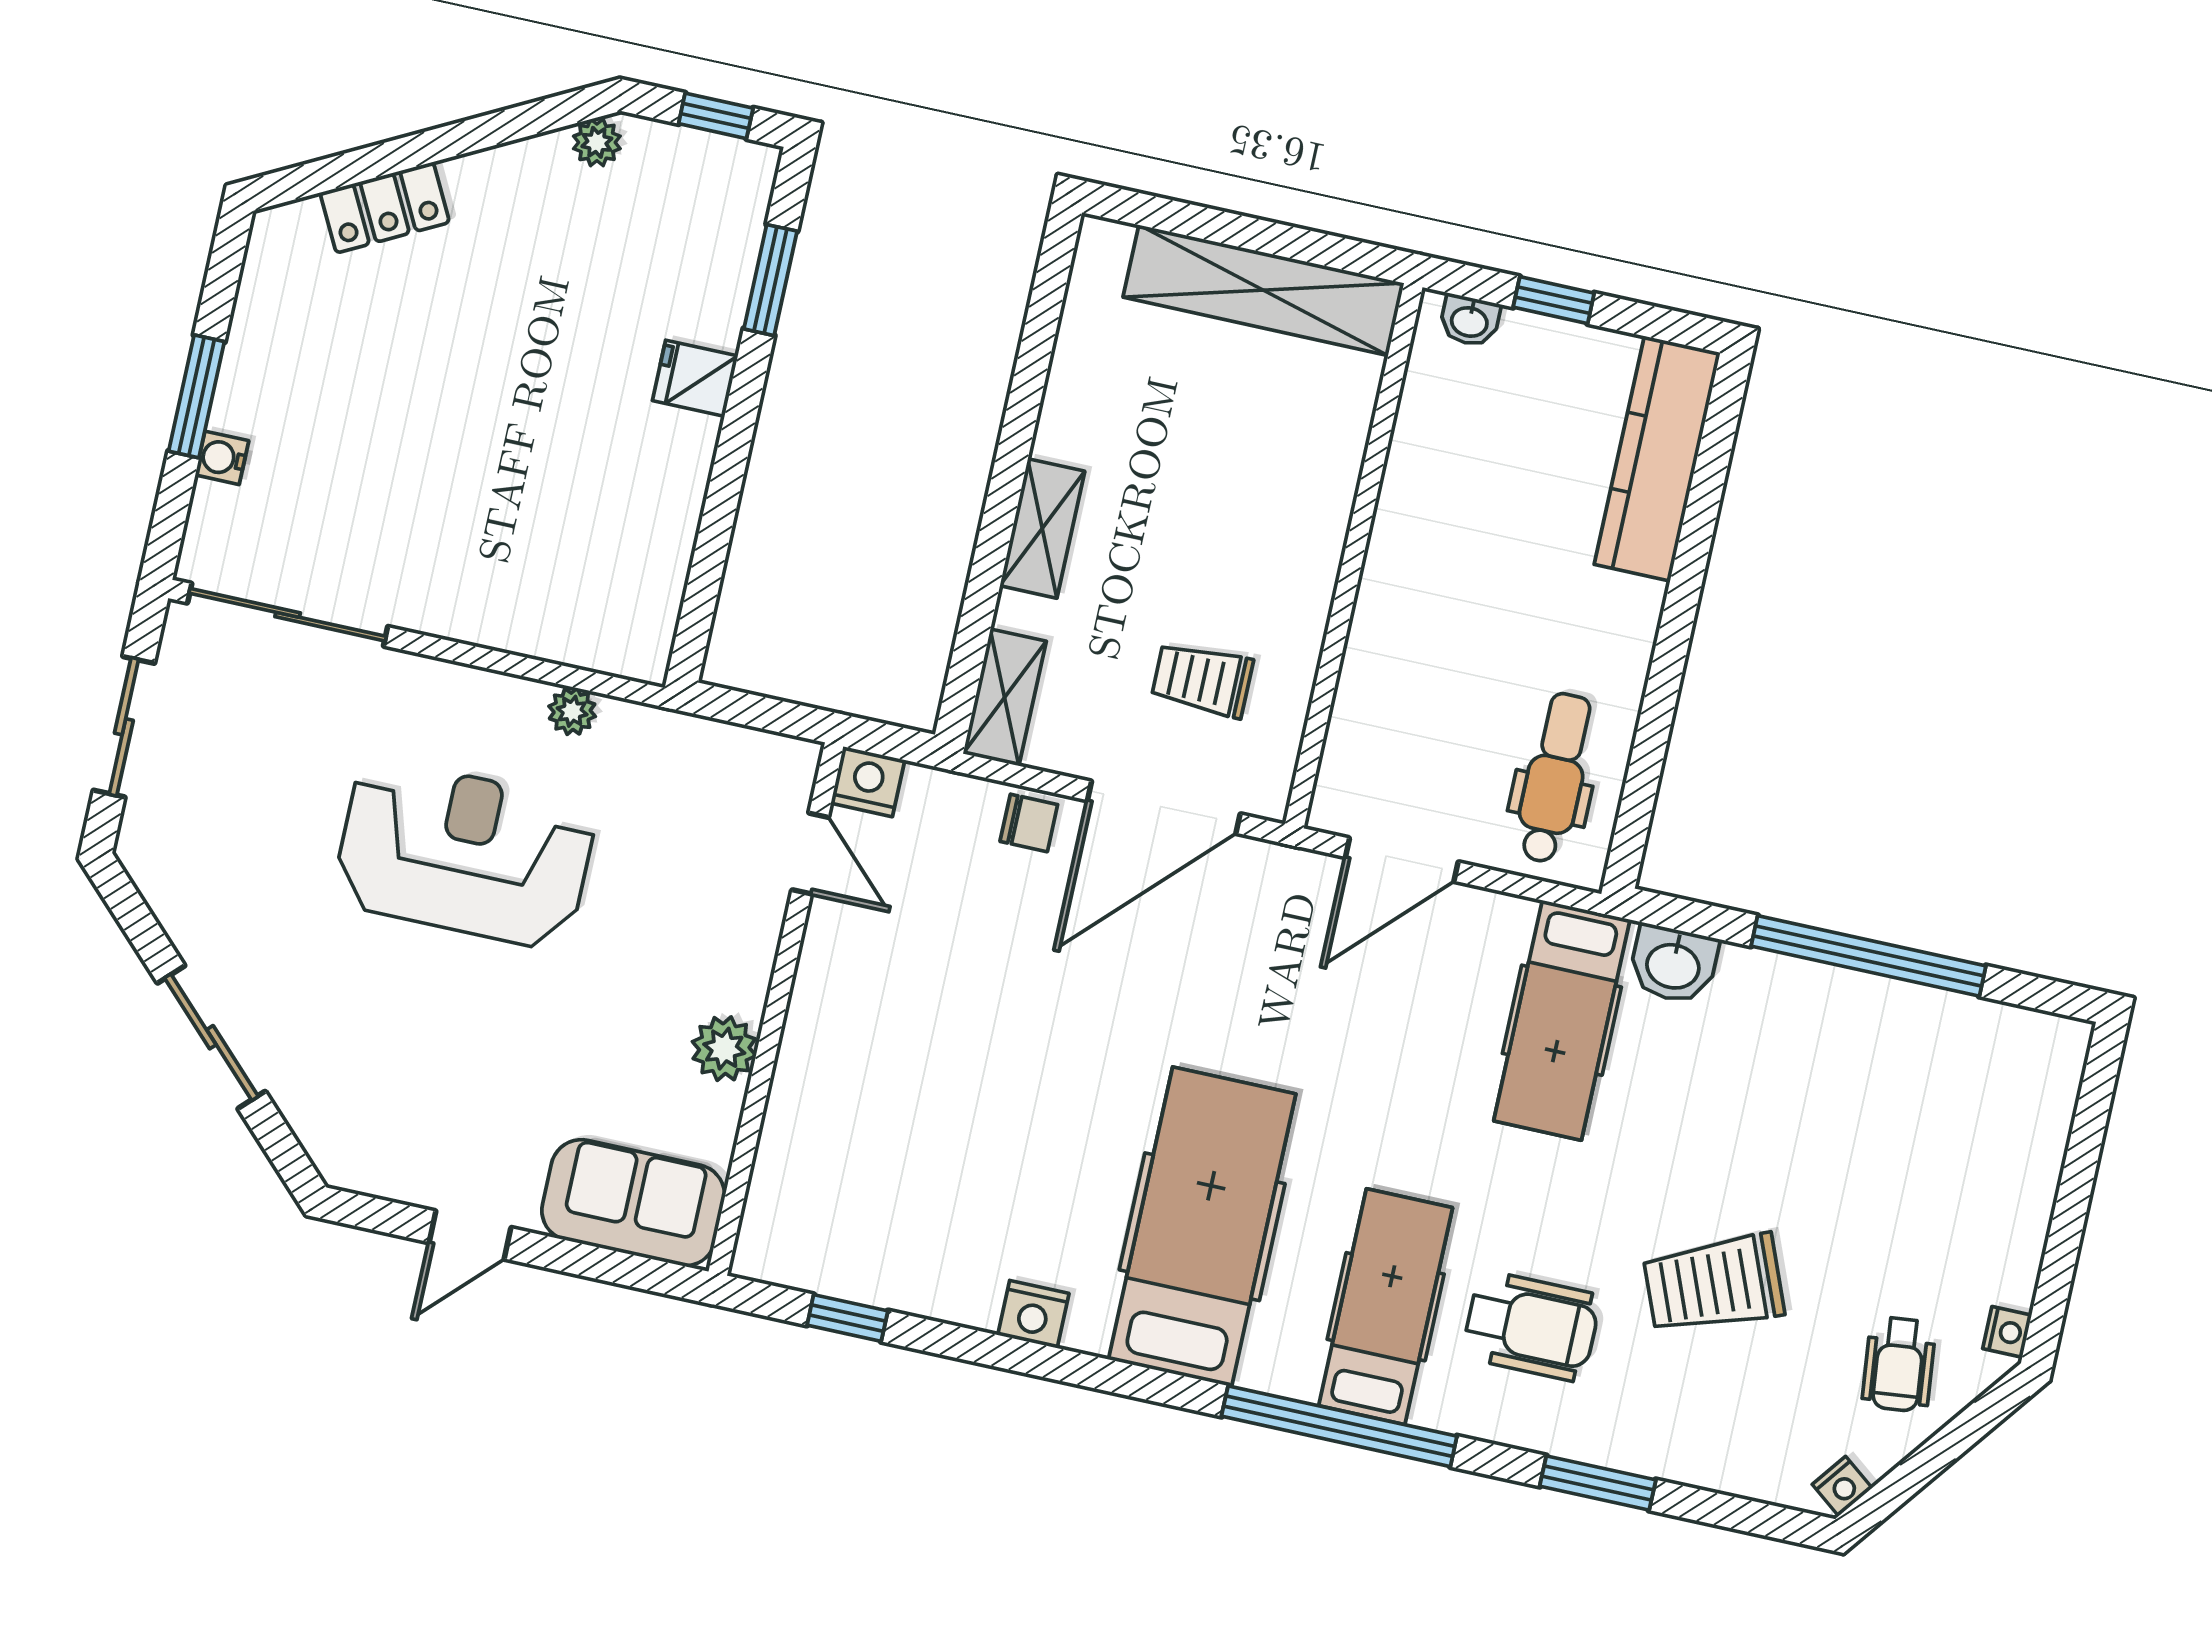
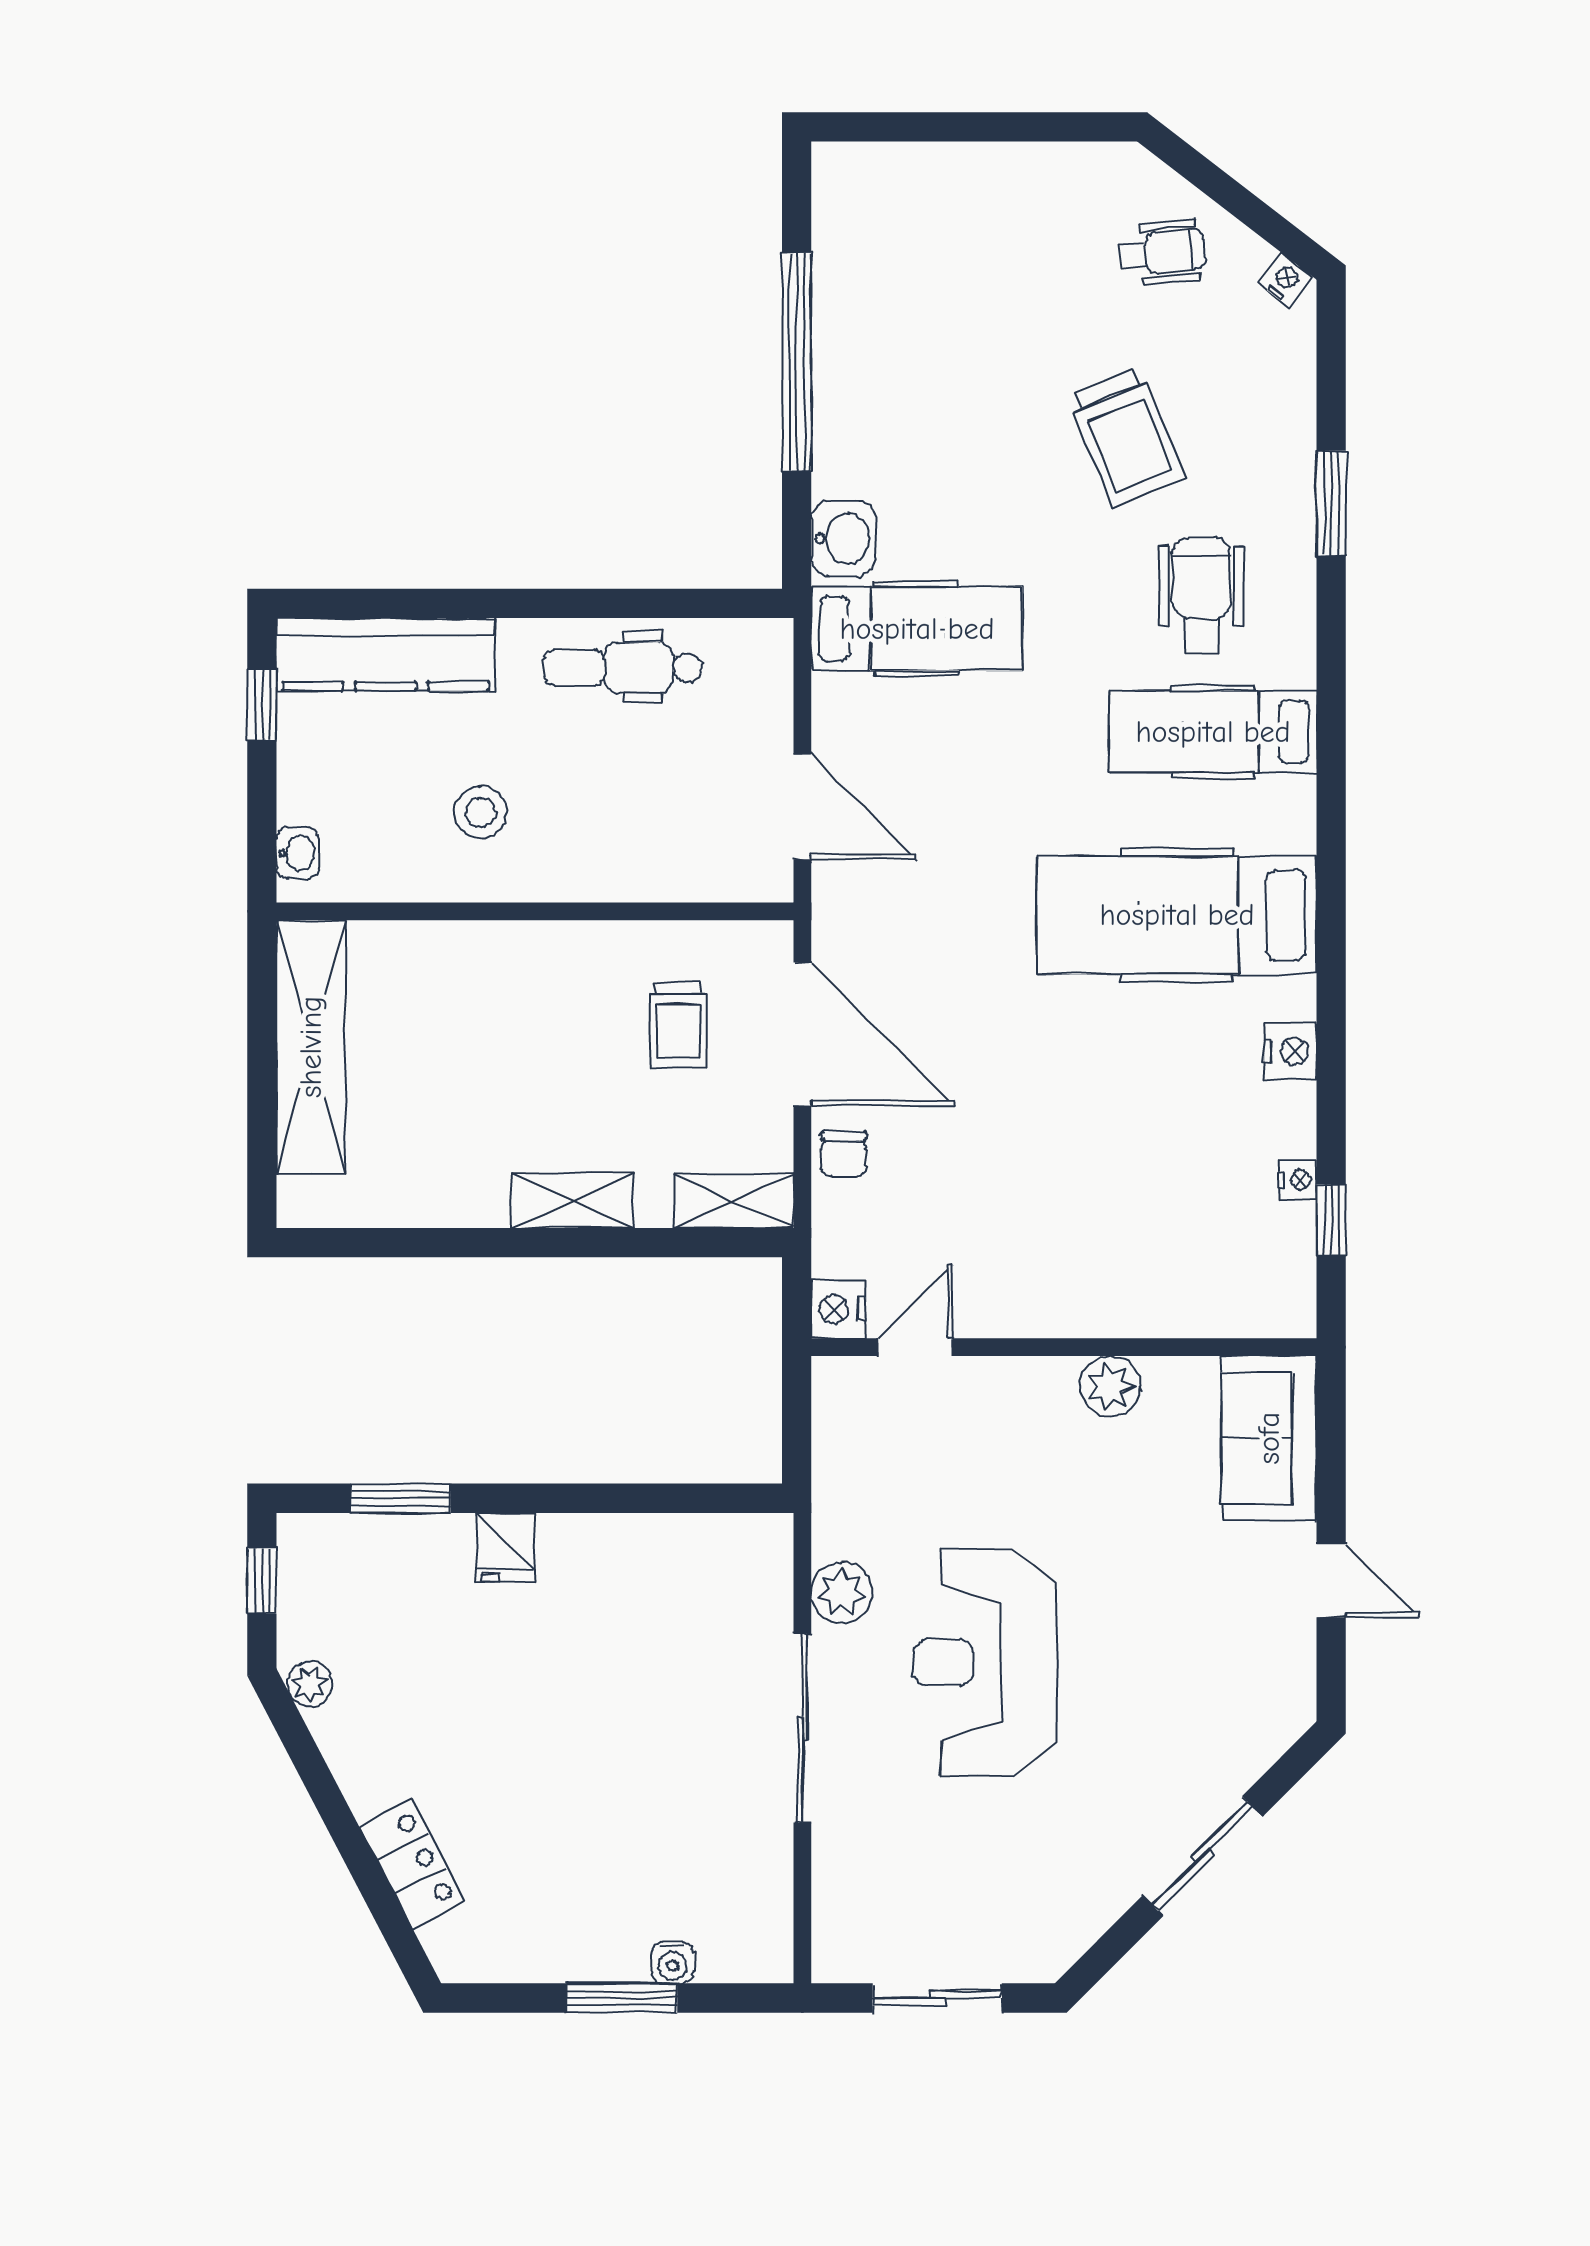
window: (1554, 300) -> (262, 705), moved
stool: (1470, 521) -> (480, 812), added
sliding door: (288, 615) -> (802, 1728), moved
plant: (572, 711) -> (842, 1593), width x1.38, depth x1.38
dental chair: (1555, 778) -> (623, 668), moved
chair: (1029, 823) -> (844, 1154), turned 180
nightstand: (2007, 1332) -> (1298, 1180), moved, turned 90
window: (1339, 1426) -> (1331, 750), removed

